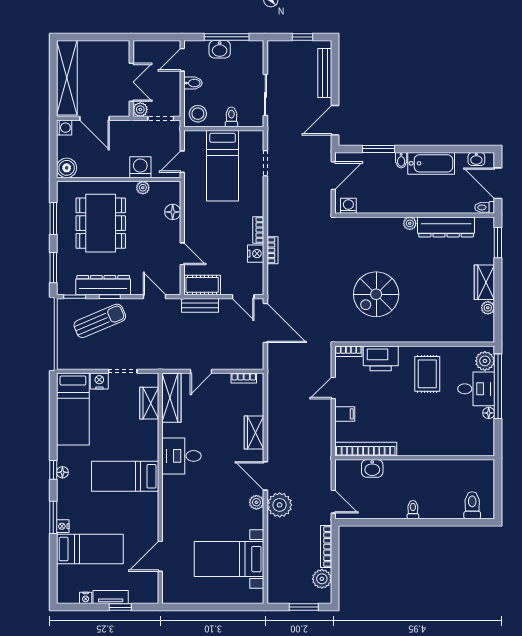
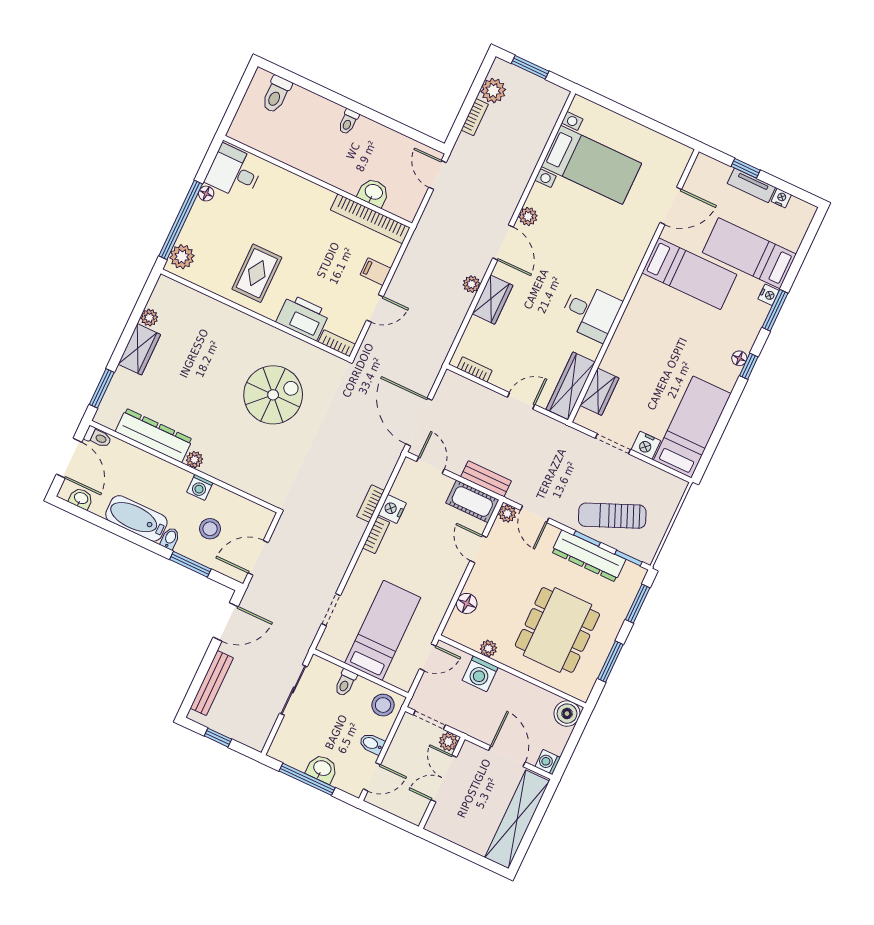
stool: (376, 180) -> (210, 529), added
washing machine: (348, 206) -> (200, 487), moved
plant: (174, 288) -> (507, 514), added
desk: (476, 389) -> (234, 172), moved
bed: (125, 476) -> (689, 274), moved
plant: (280, 505) -> (472, 284), moved, width x0.53, depth x0.53
bookcase: (326, 547) -> (475, 117), width x0.64

